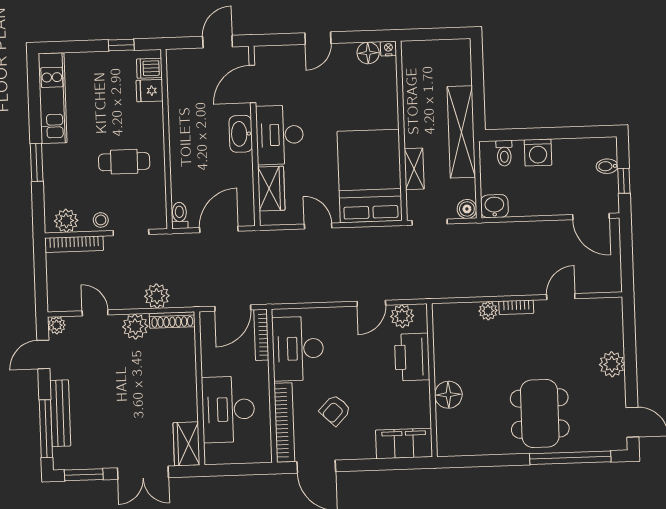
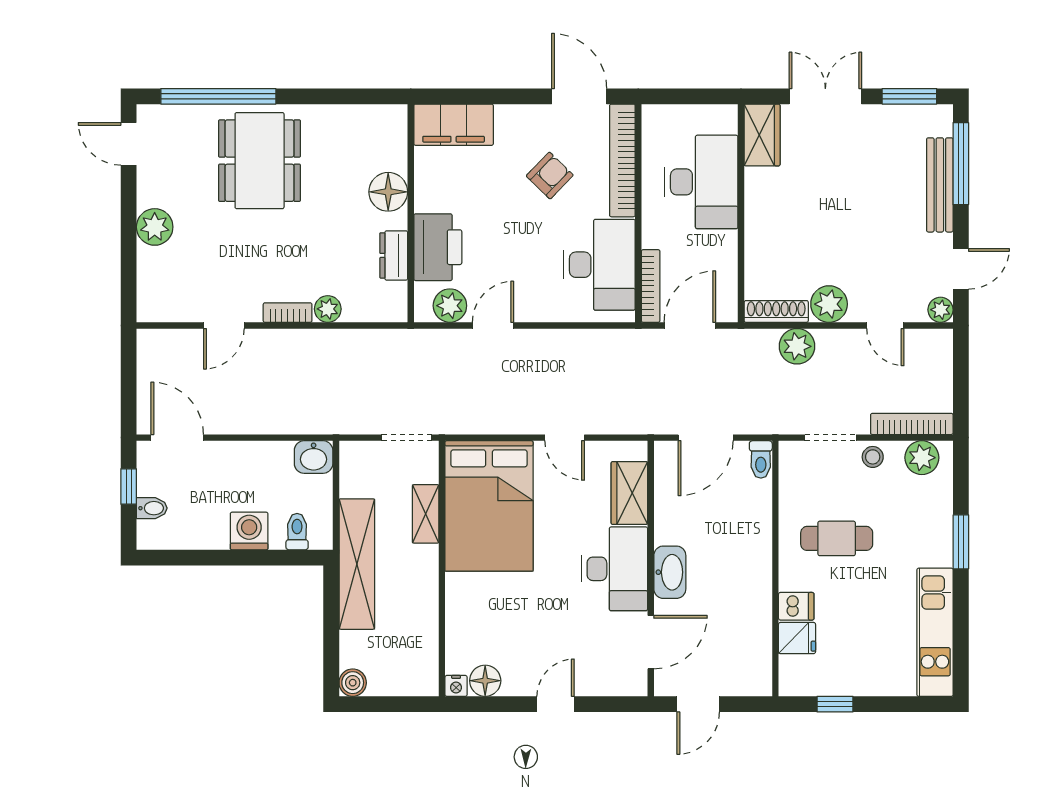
dishwasher: (149, 68) -> (796, 606), moved
boiler: (467, 209) -> (353, 683), moved
dresser: (443, 350) -> (394, 255), added

